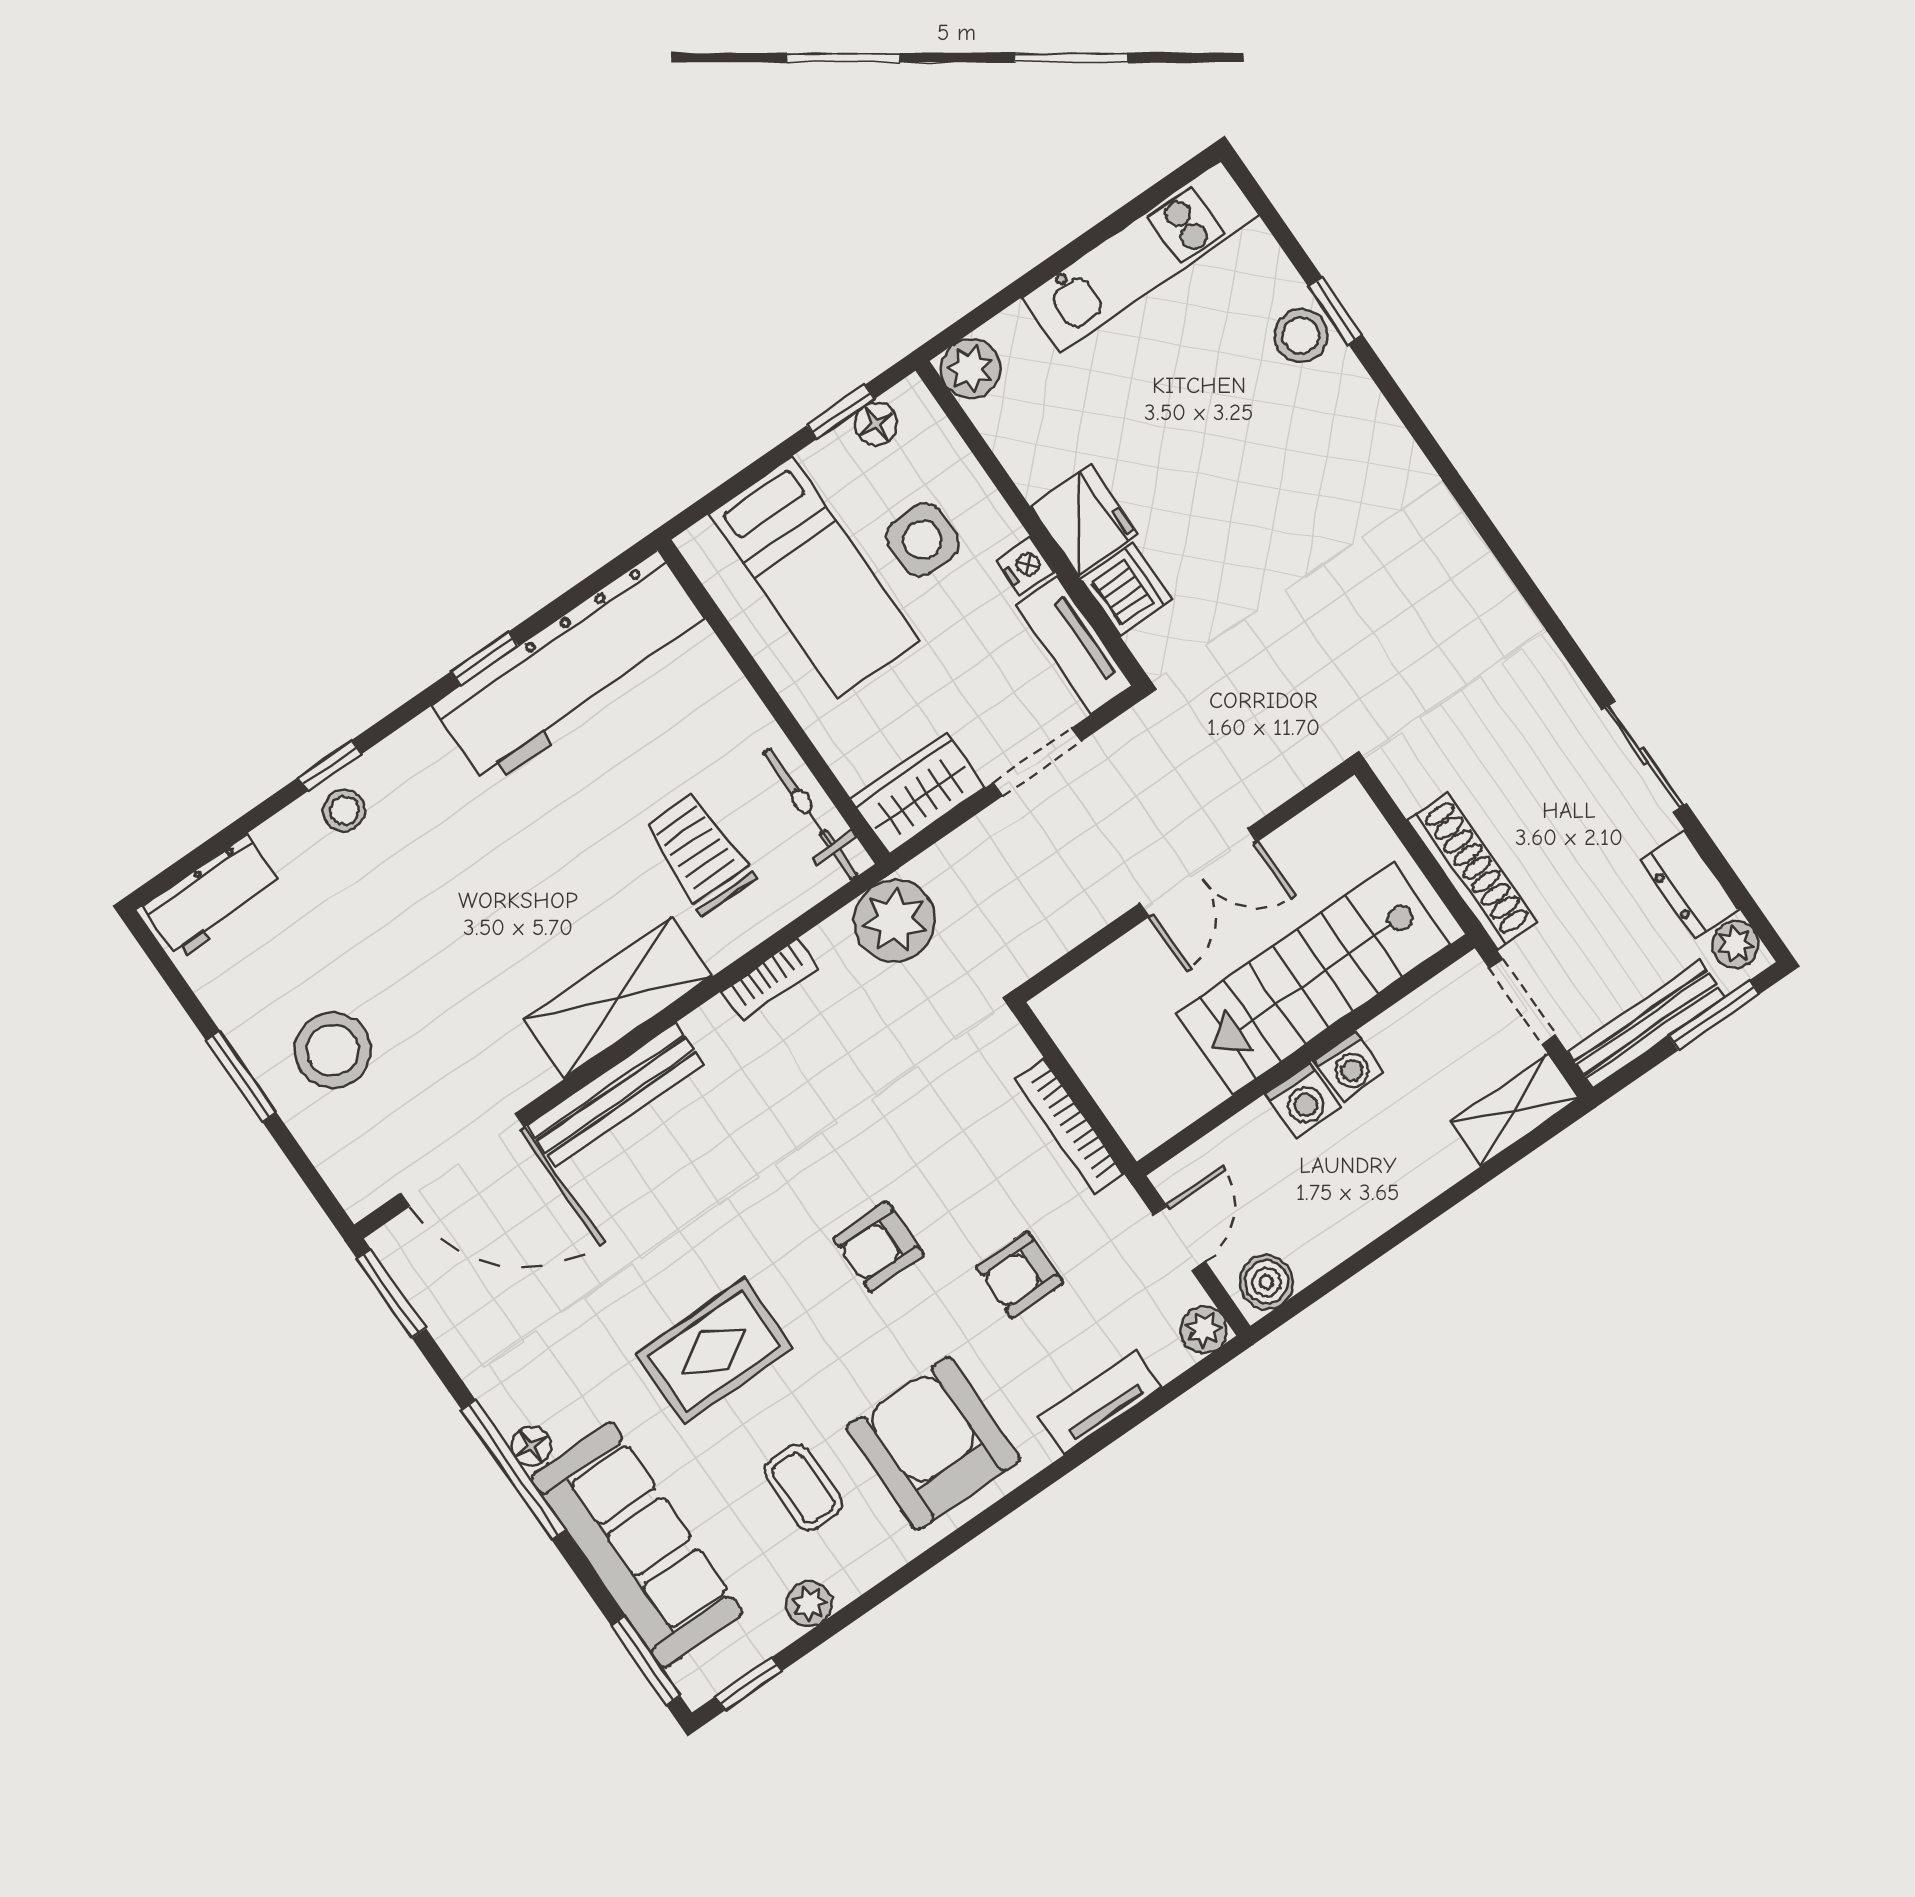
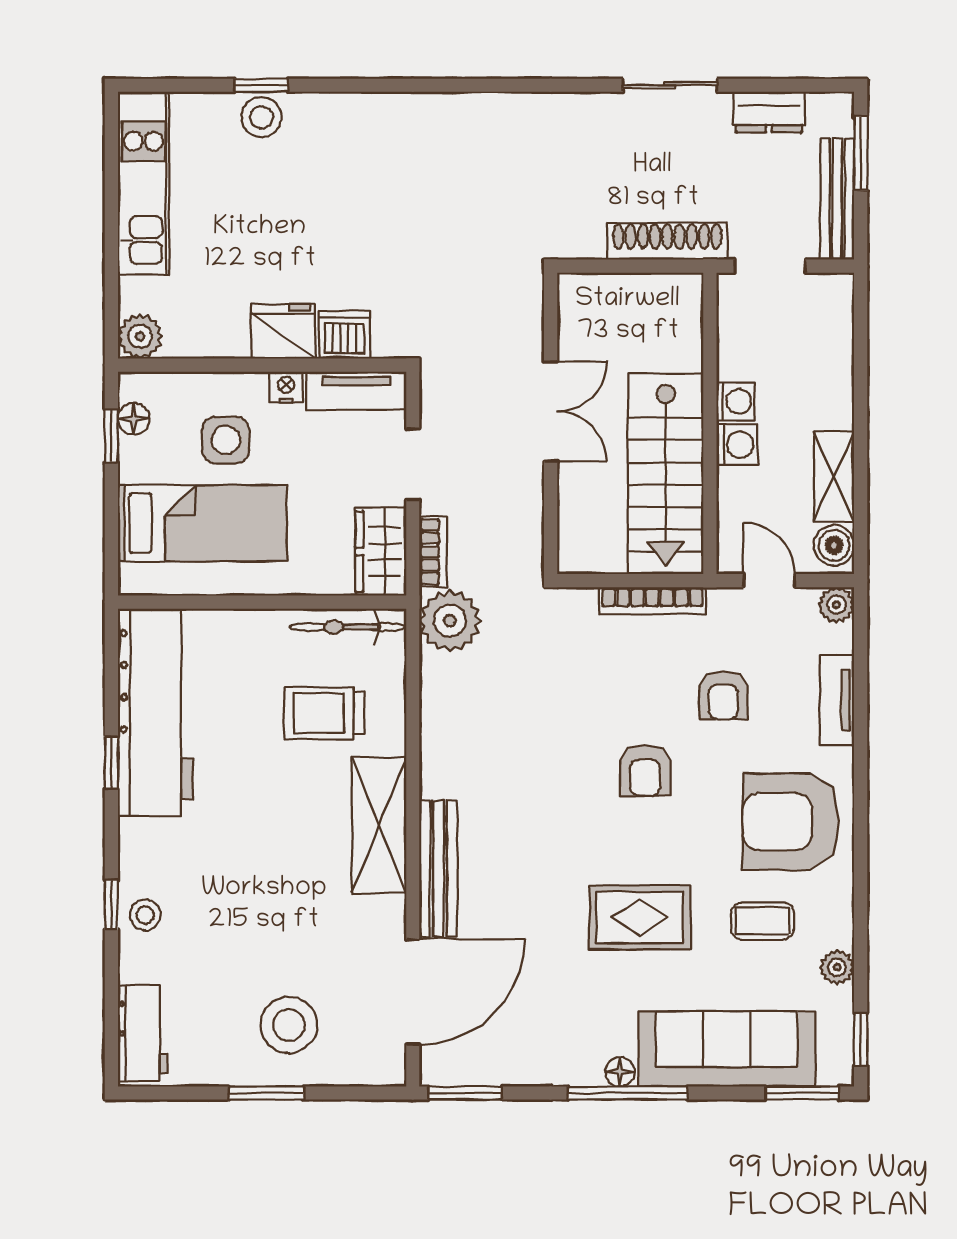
plant: (1736, 944) -> (826, 109), removed
stairs: (1313, 979) -> (666, 474), moved
bookcase: (770, 980) -> (433, 552), moved
shelving: (1514, 1110) -> (834, 477), moved
rug: (714, 1351) -> (640, 917), turned 90

